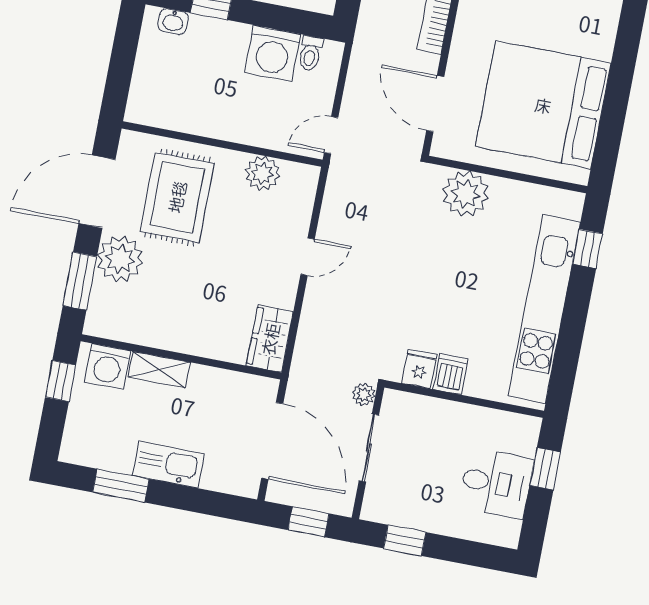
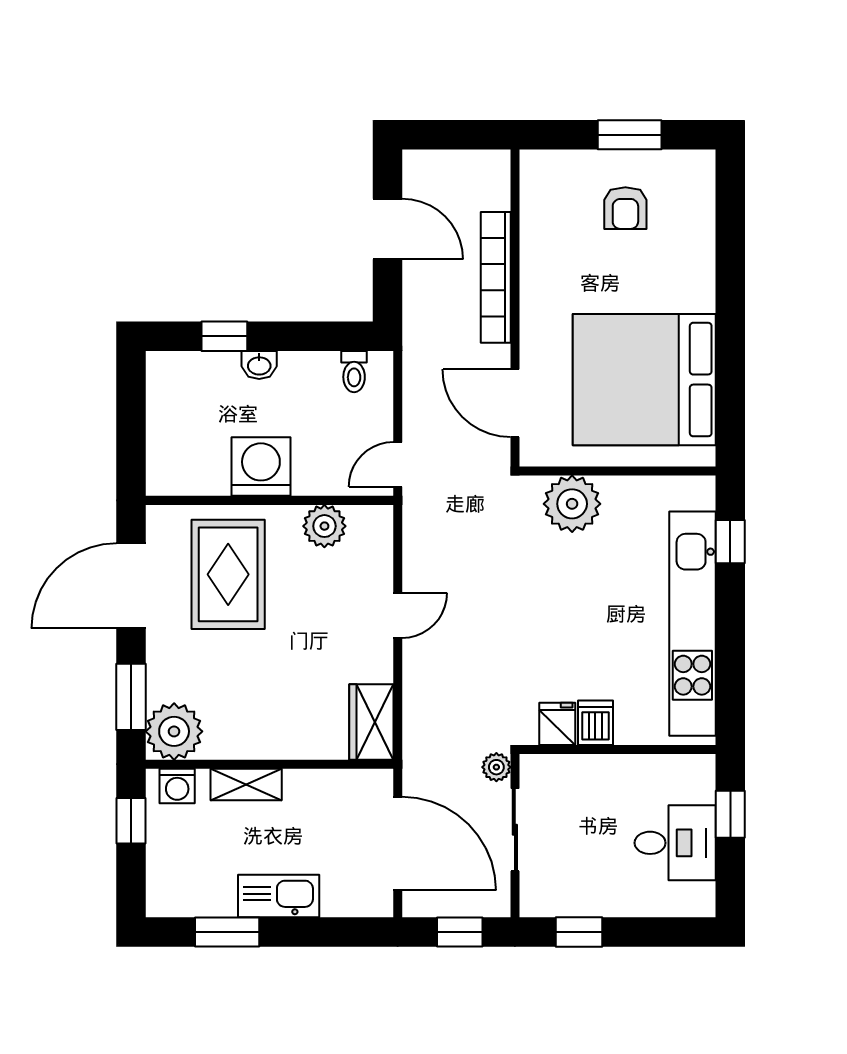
washbasin: (173, 21) -> (259, 365), moved
washing machine: (273, 53) -> (261, 467), moved, turned 180
plant: (120, 259) -> (174, 731), moved
washing machine: (107, 366) -> (177, 786), width x0.73, depth x0.73

